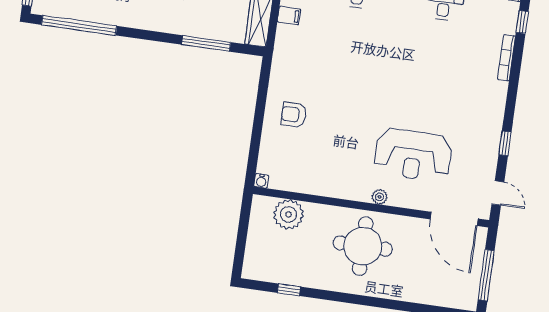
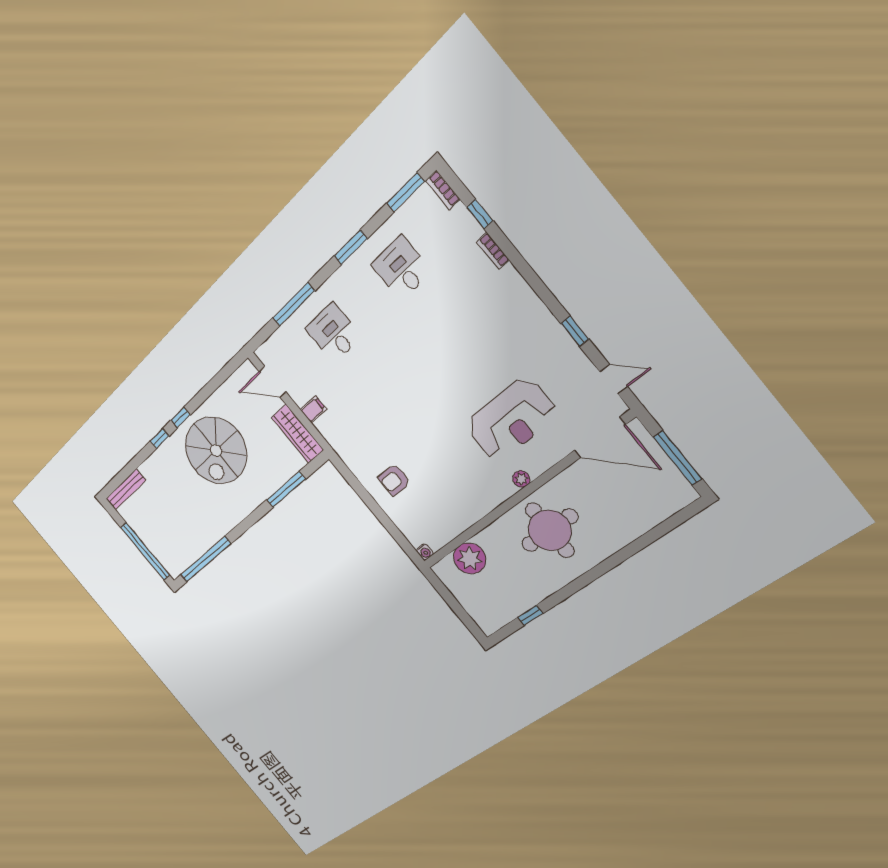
bookcase: (506, 58) -> (493, 251), width x0.64

